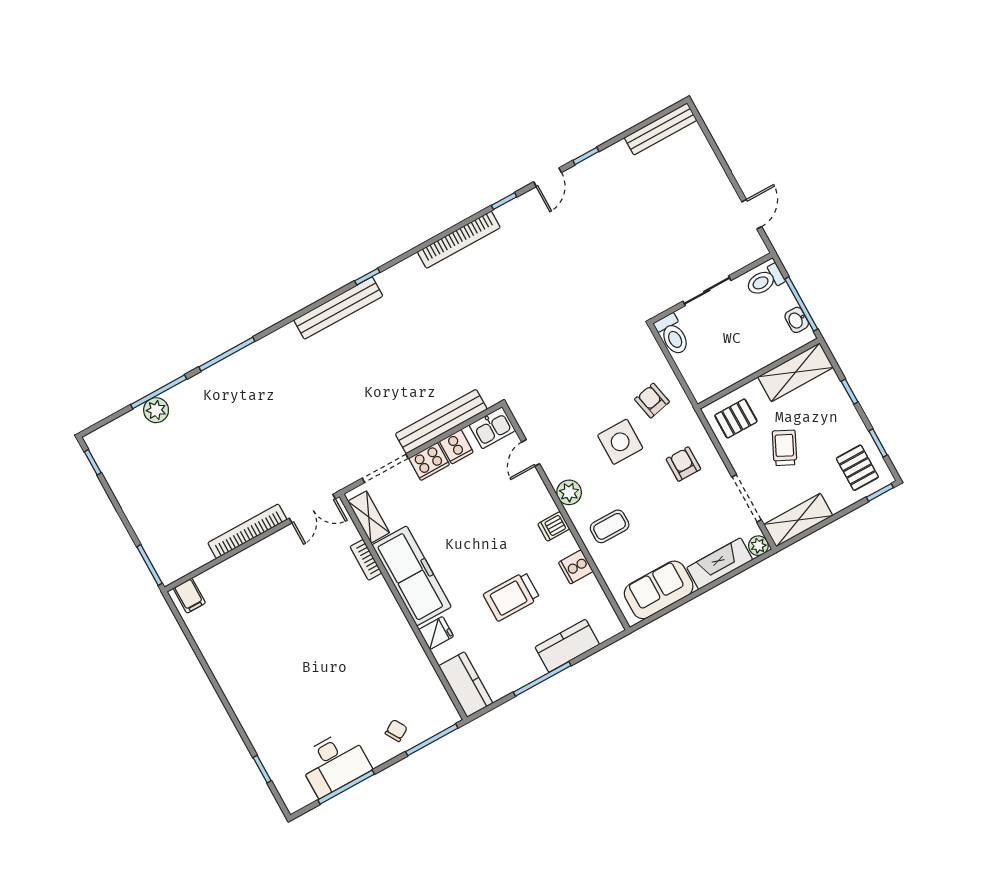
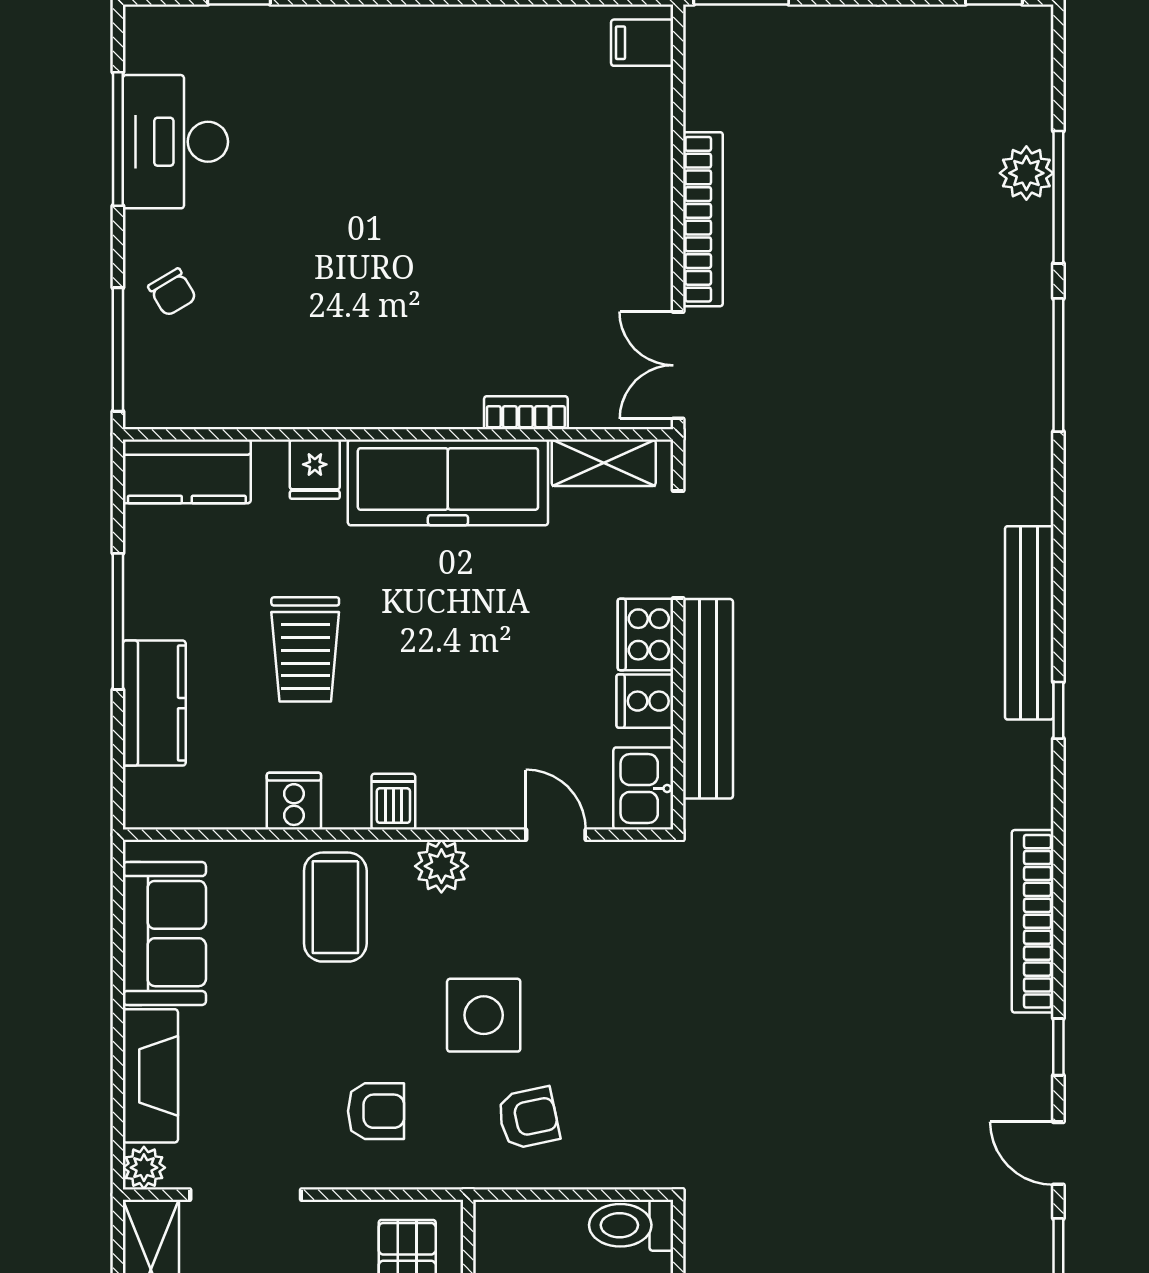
coffee table: (610, 526) -> (335, 907), width x1.36, depth x1.30
trolley: (512, 596) -> (305, 649), turned 180

